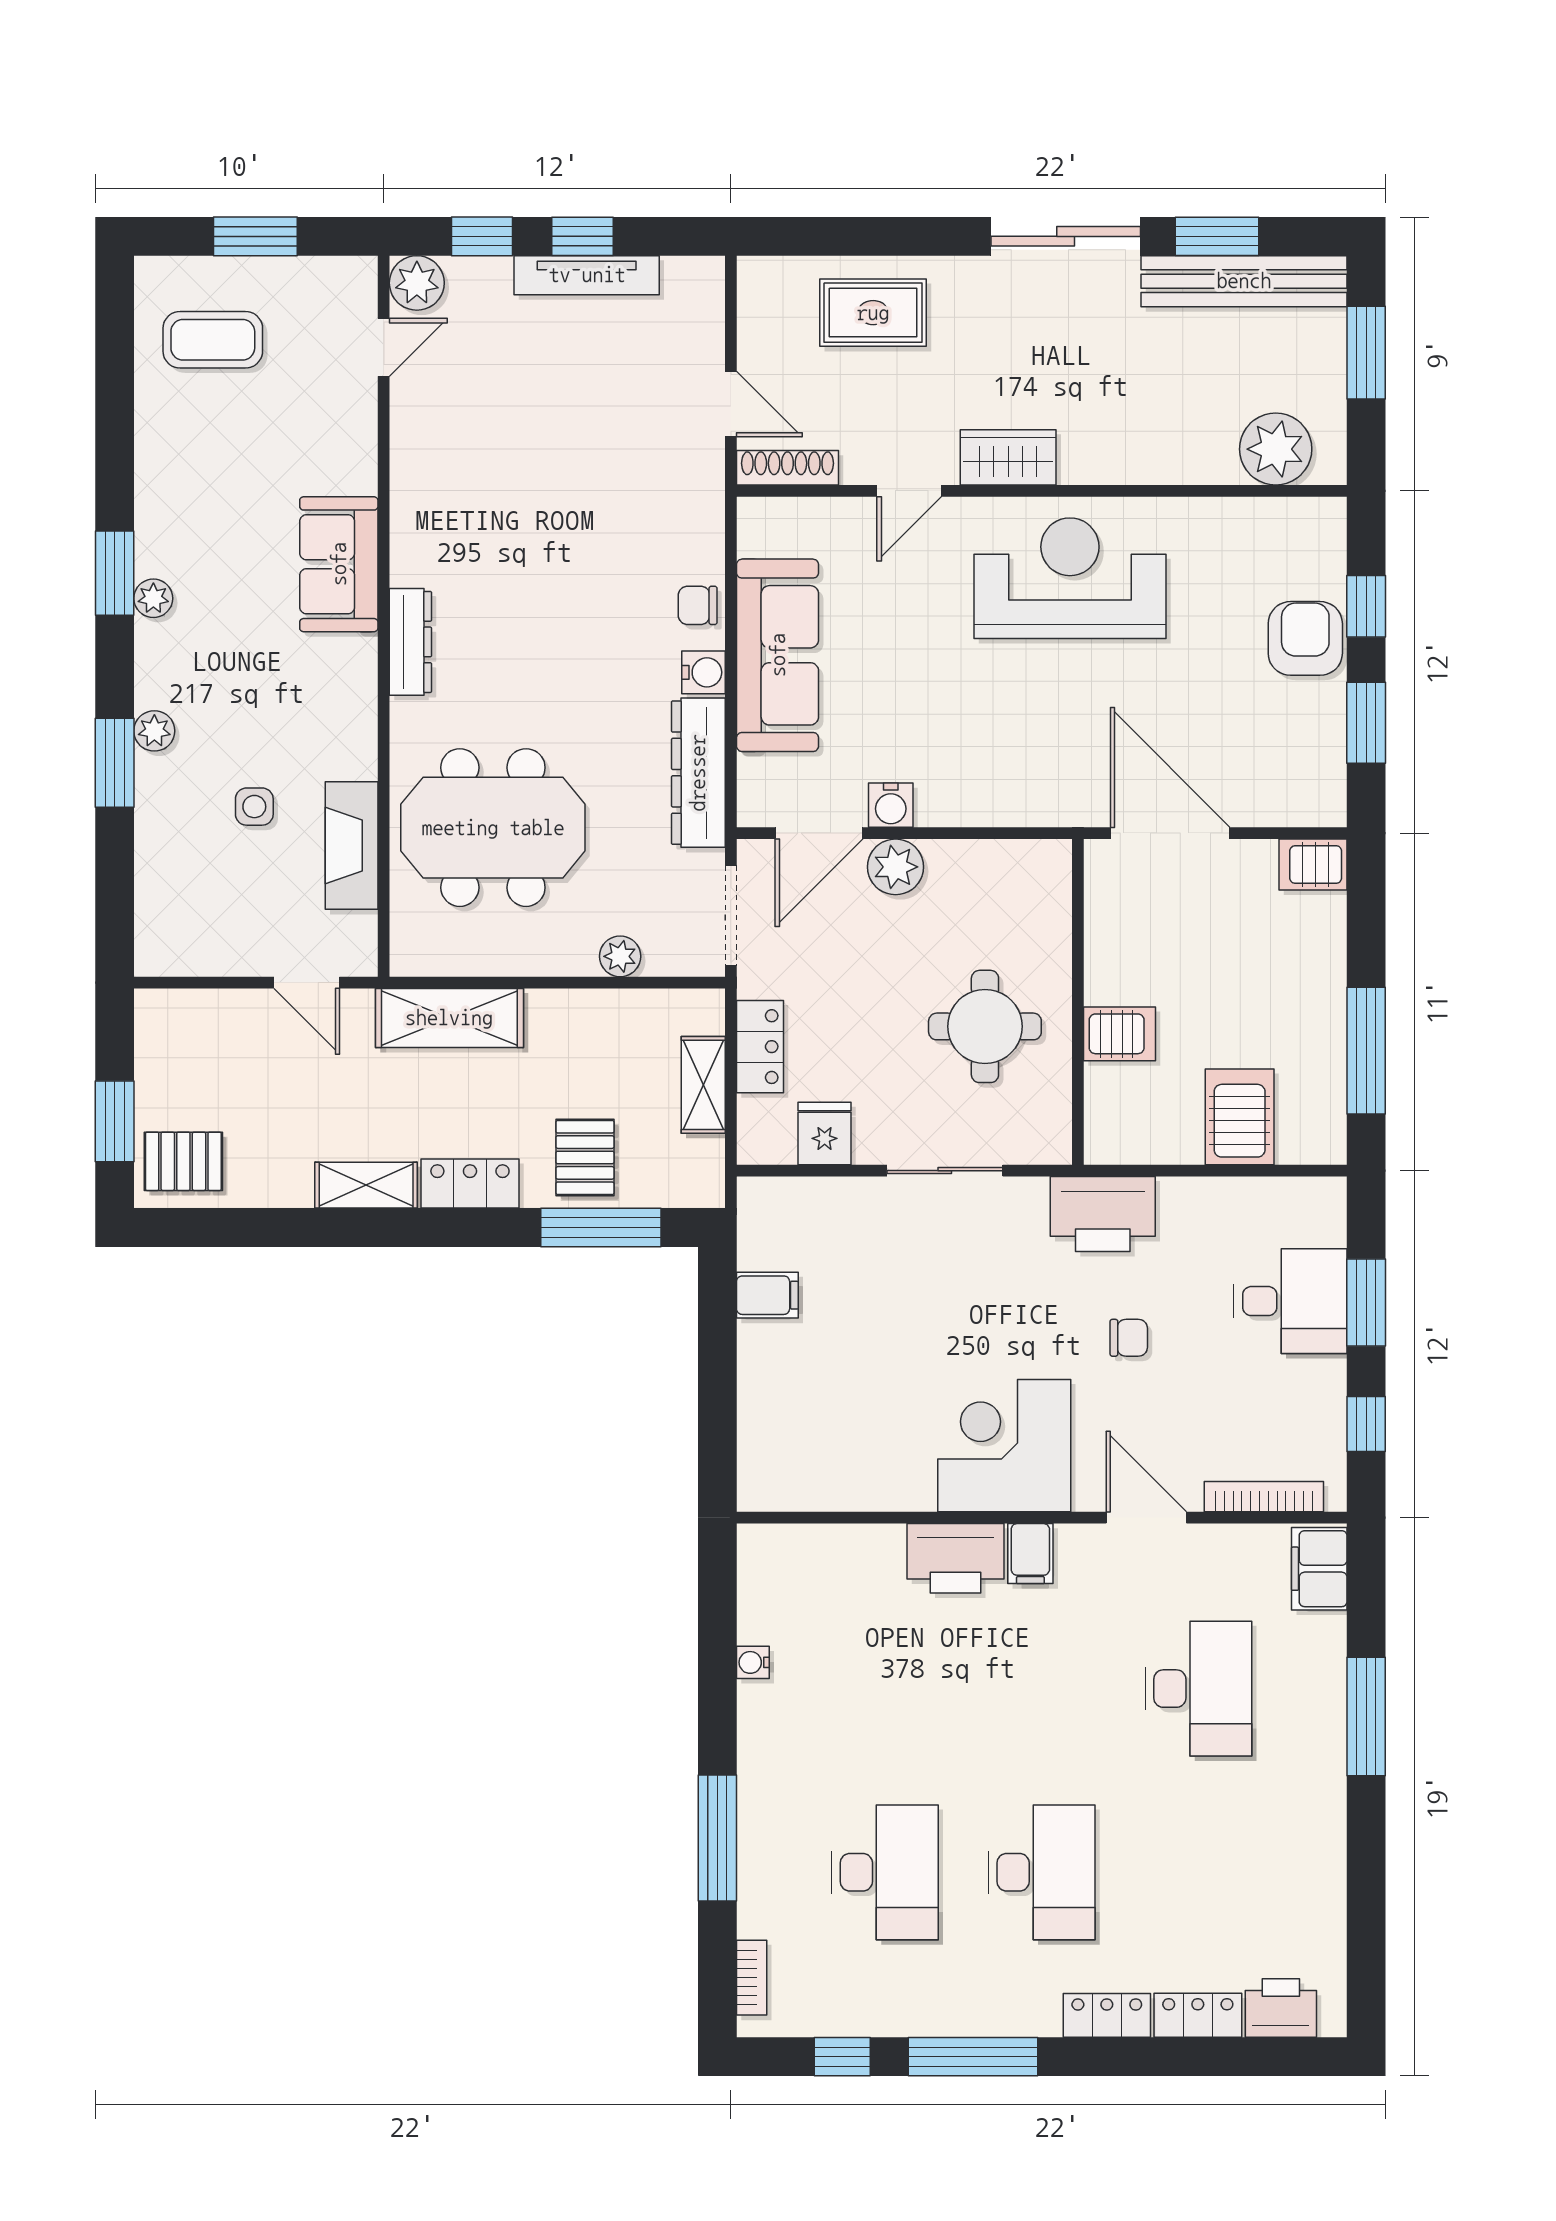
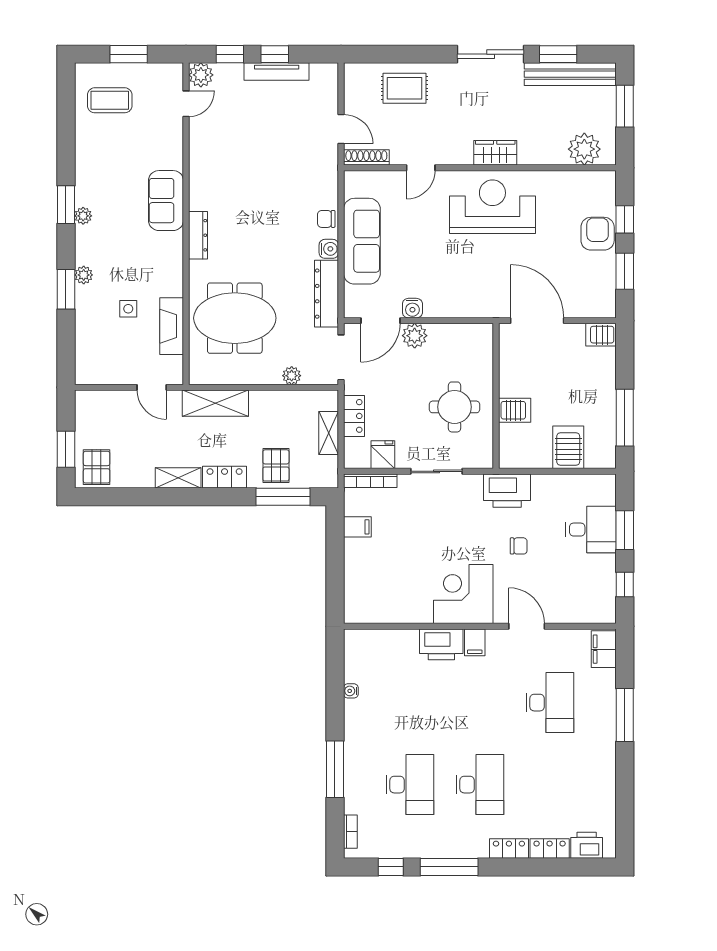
wardrobe: (1008, 457) -> (495, 153), moved
pallet: (183, 1161) -> (97, 467), turned 90
bookcase: (1264, 1497) -> (370, 481), moved, turned 180

